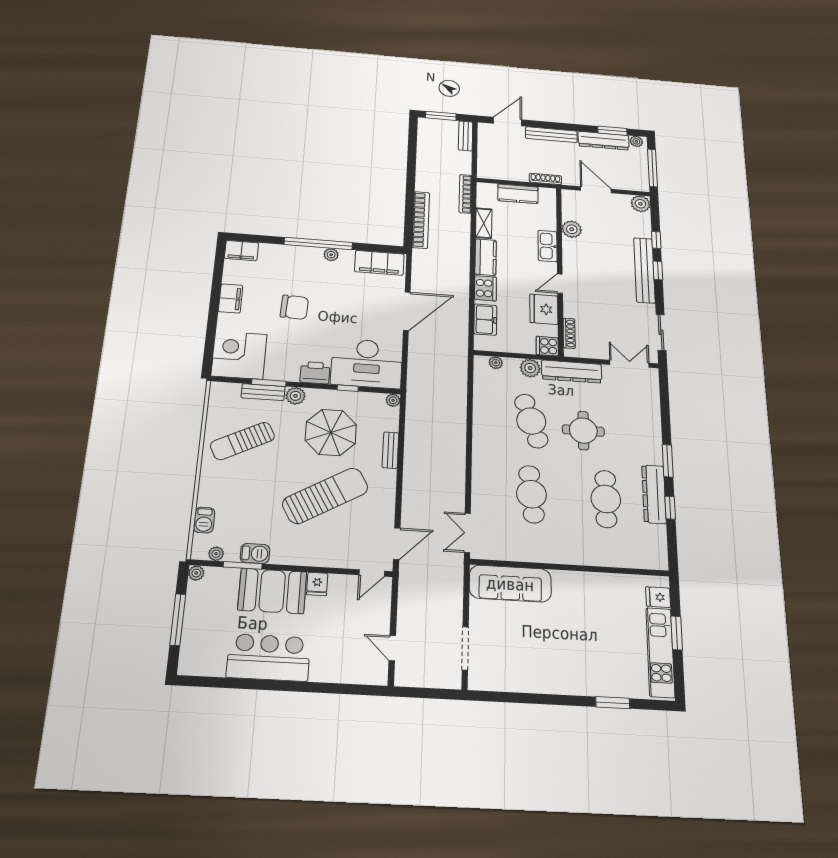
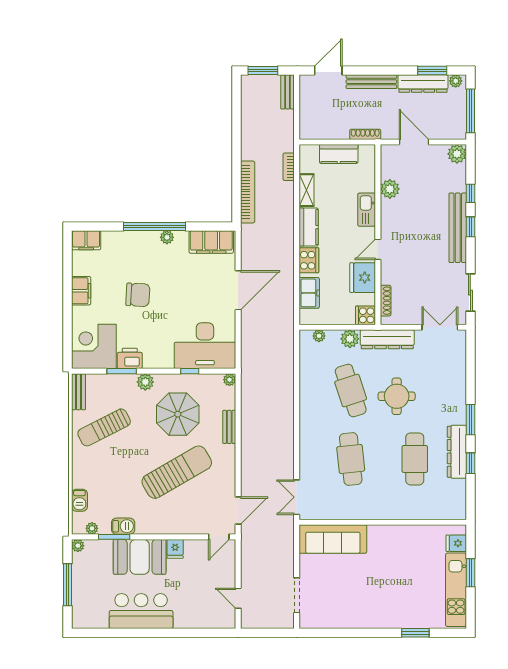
bookcase: (465, 194) -> (289, 167), width x0.64
printer: (315, 373) -> (130, 358), moved
bench: (263, 392) -> (78, 392), moved, turned 90

